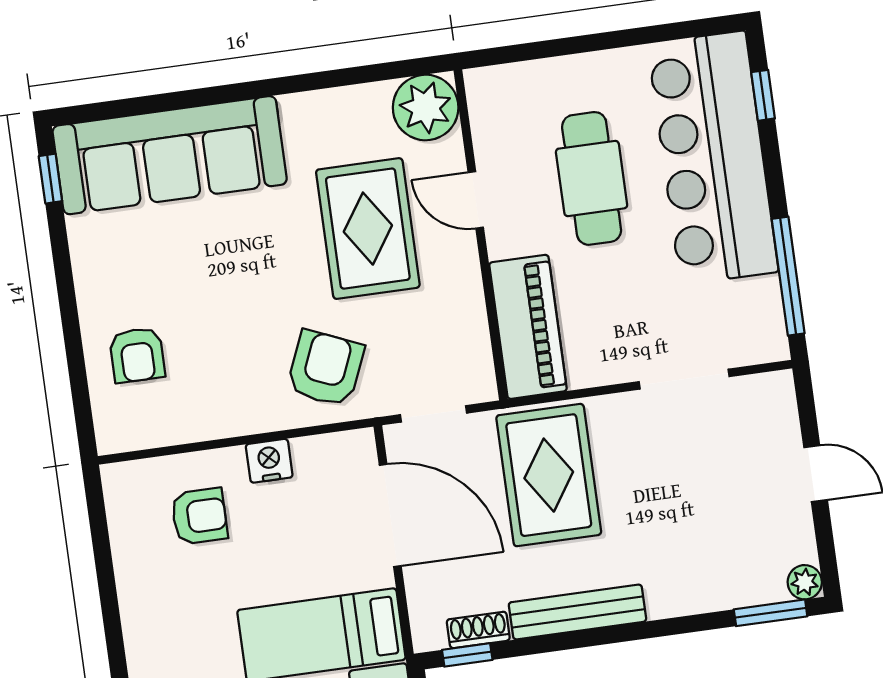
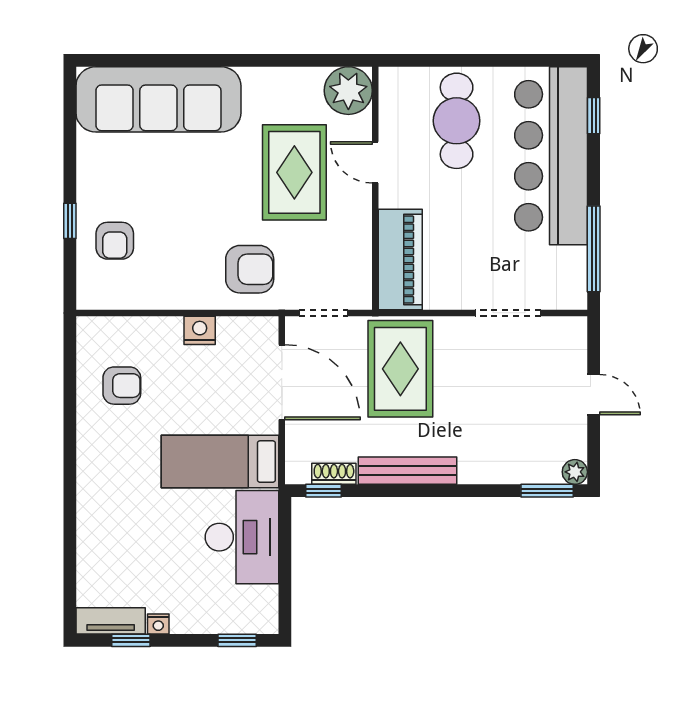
cafe table: (592, 178) -> (457, 121), moved
window: (50, 179) -> (70, 221), moved
armchair: (325, 368) -> (250, 269), turned 67
armchair: (199, 516) -> (122, 386), moved

